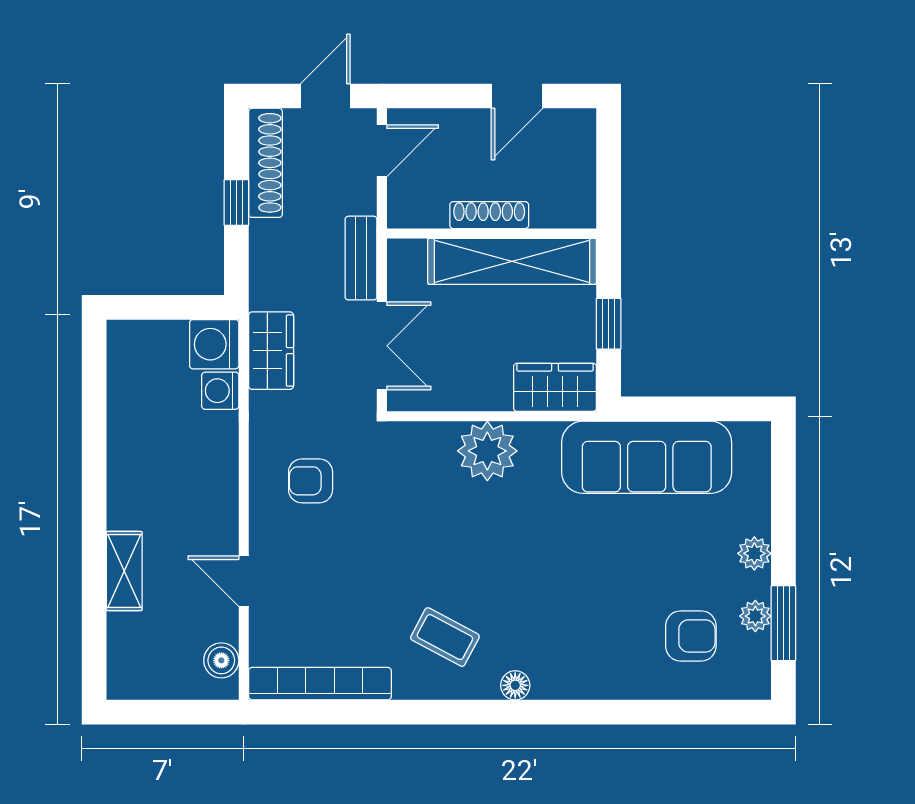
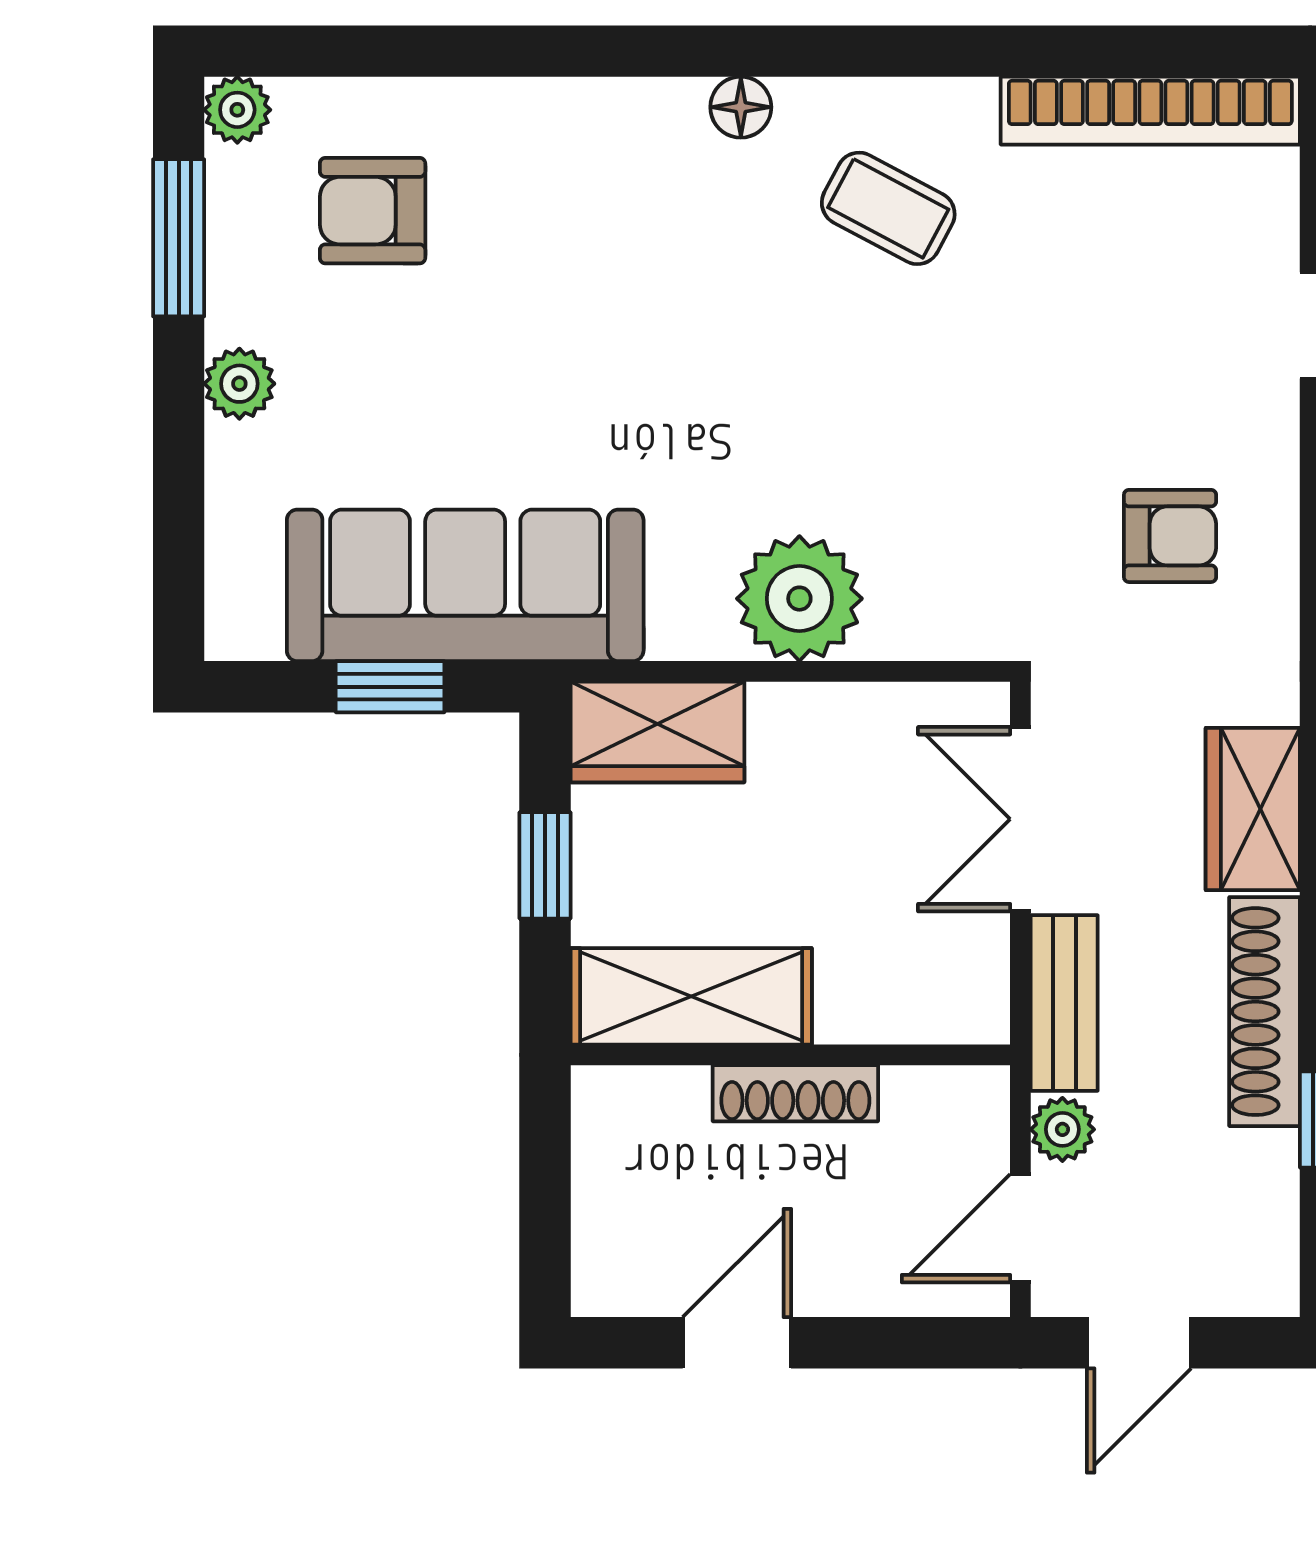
shoe rack: (265, 163) -> (1265, 1012), moved
plant: (362, 198) -> (1062, 1129), added
shelving: (512, 261) -> (691, 996), width x0.68
window: (682, 409) -> (390, 687), added
plant: (755, 616) -> (237, 110), moved

